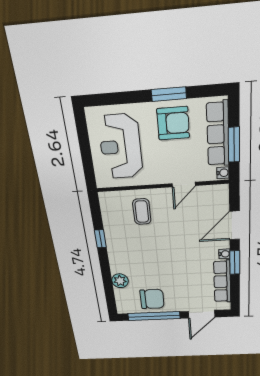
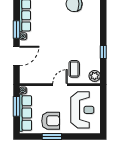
armchair: (173, 123) -> (51, 121), turned 180
door: (184, 185) -> (60, 85), moved
plant: (120, 281) -> (95, 76), moved

